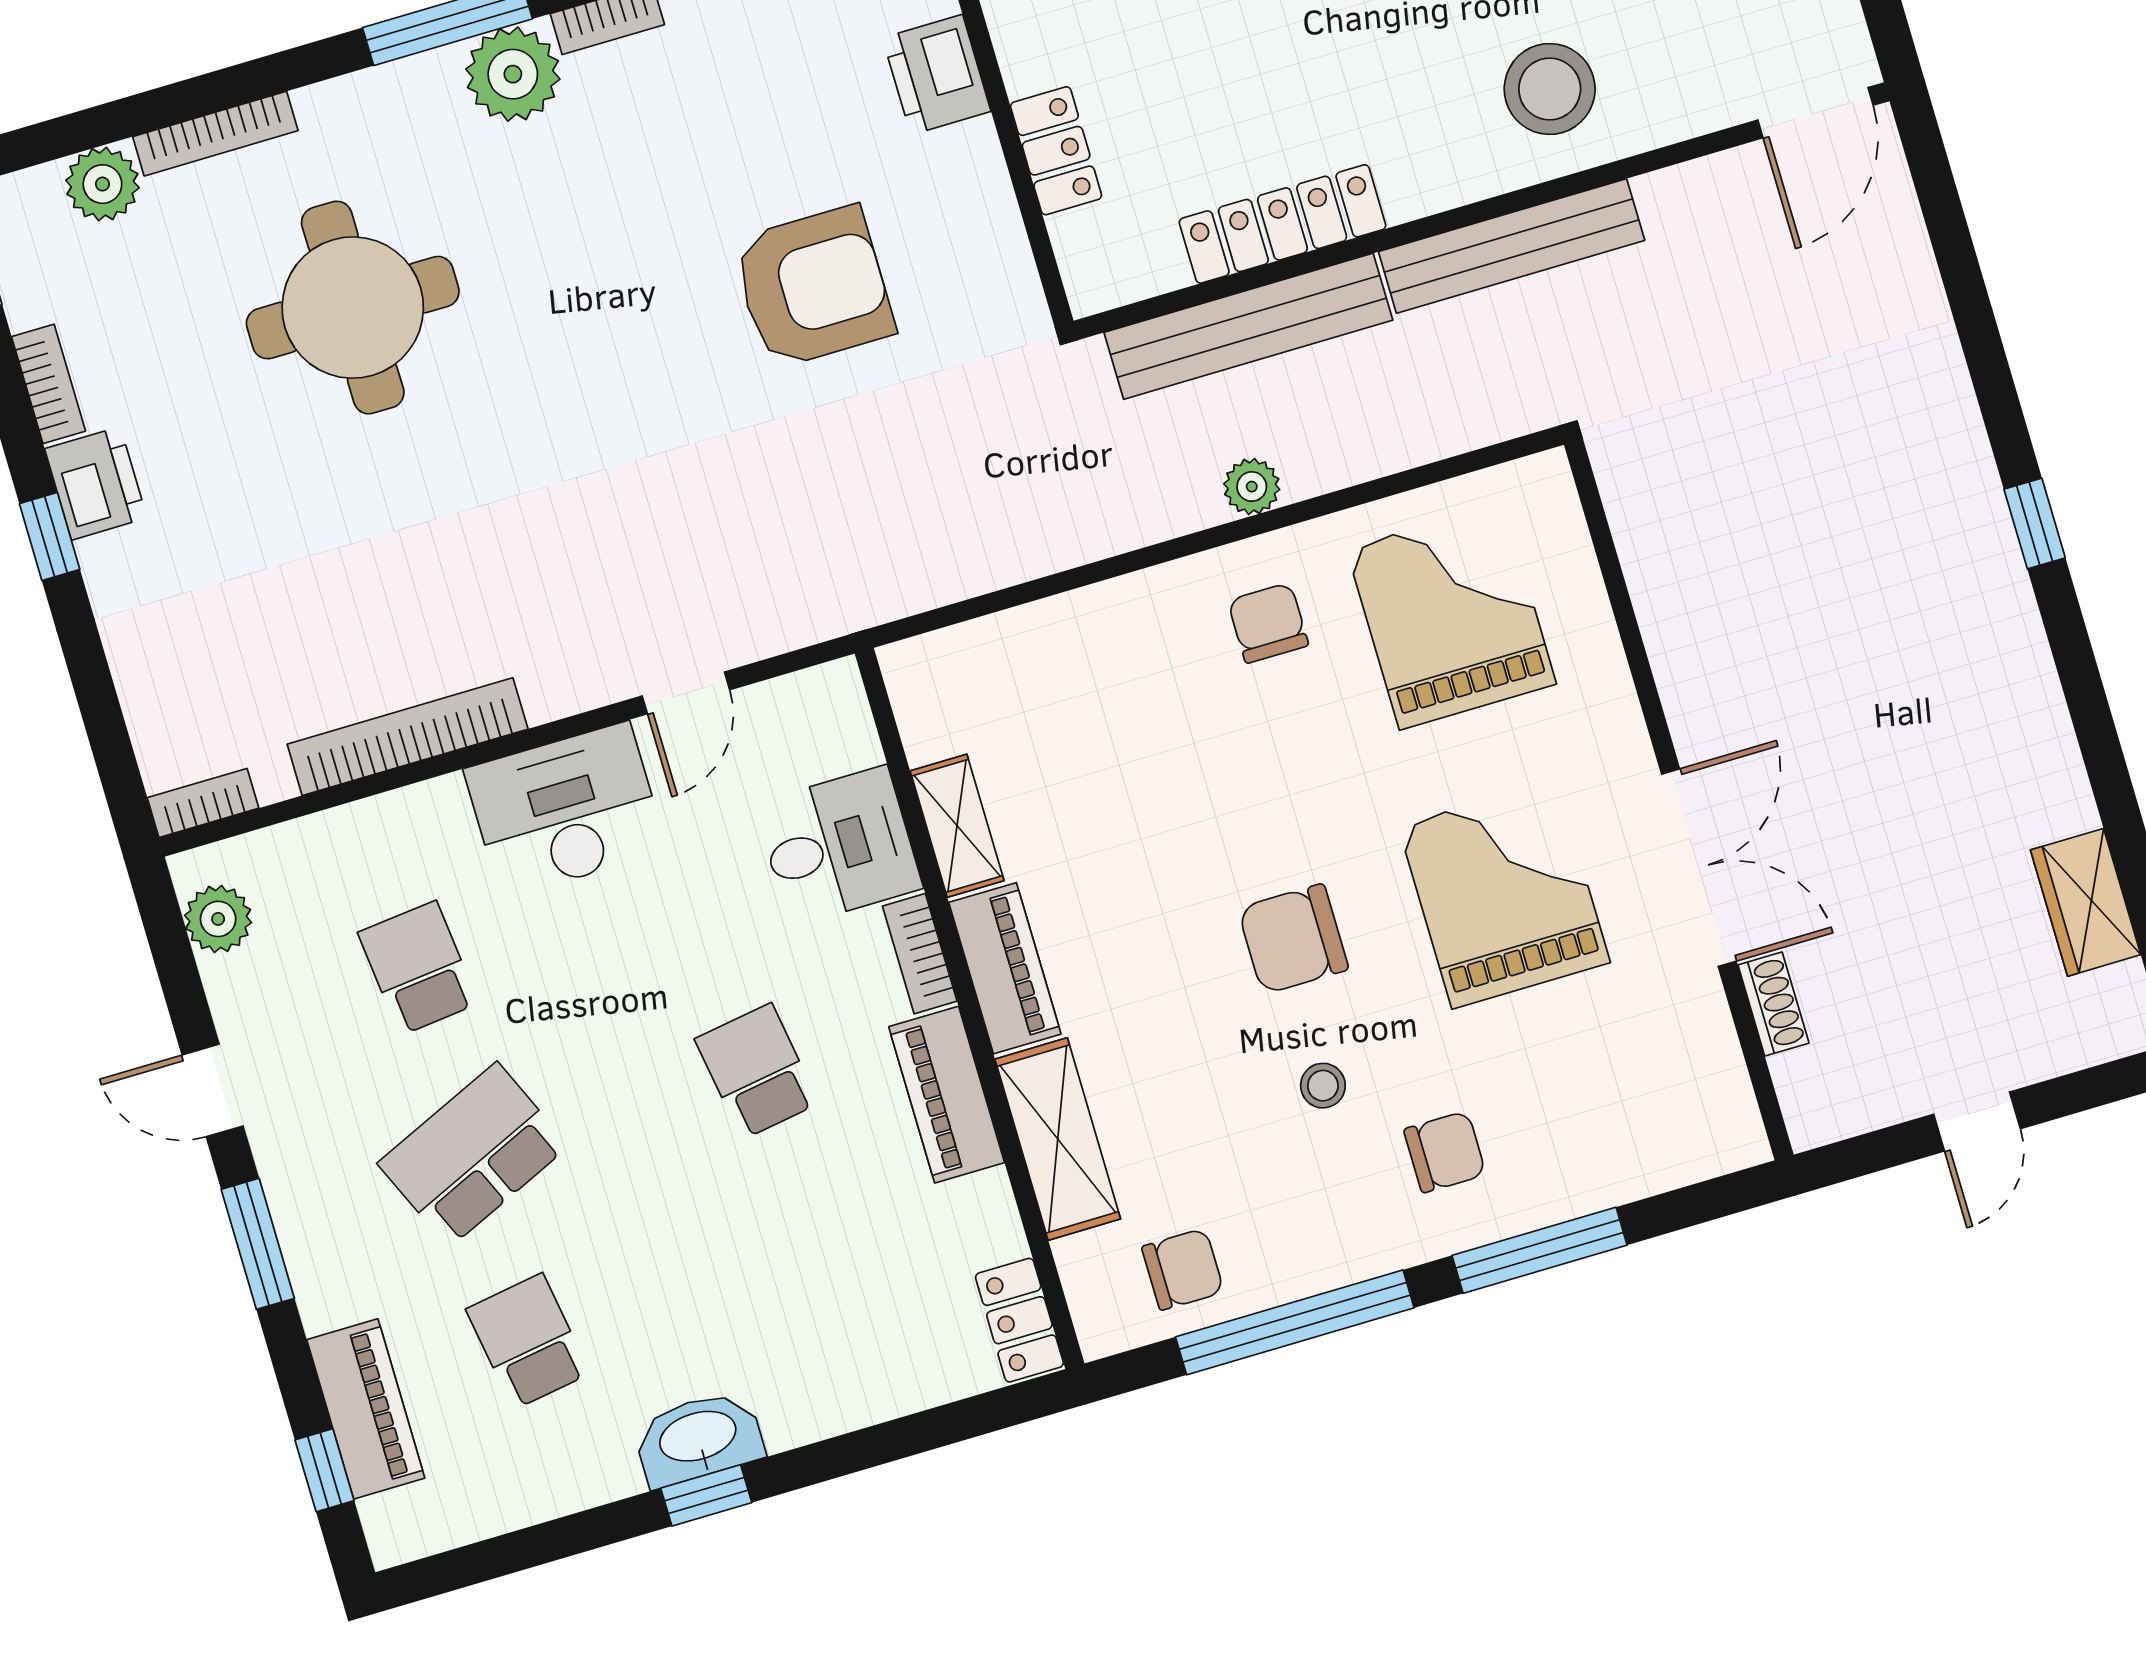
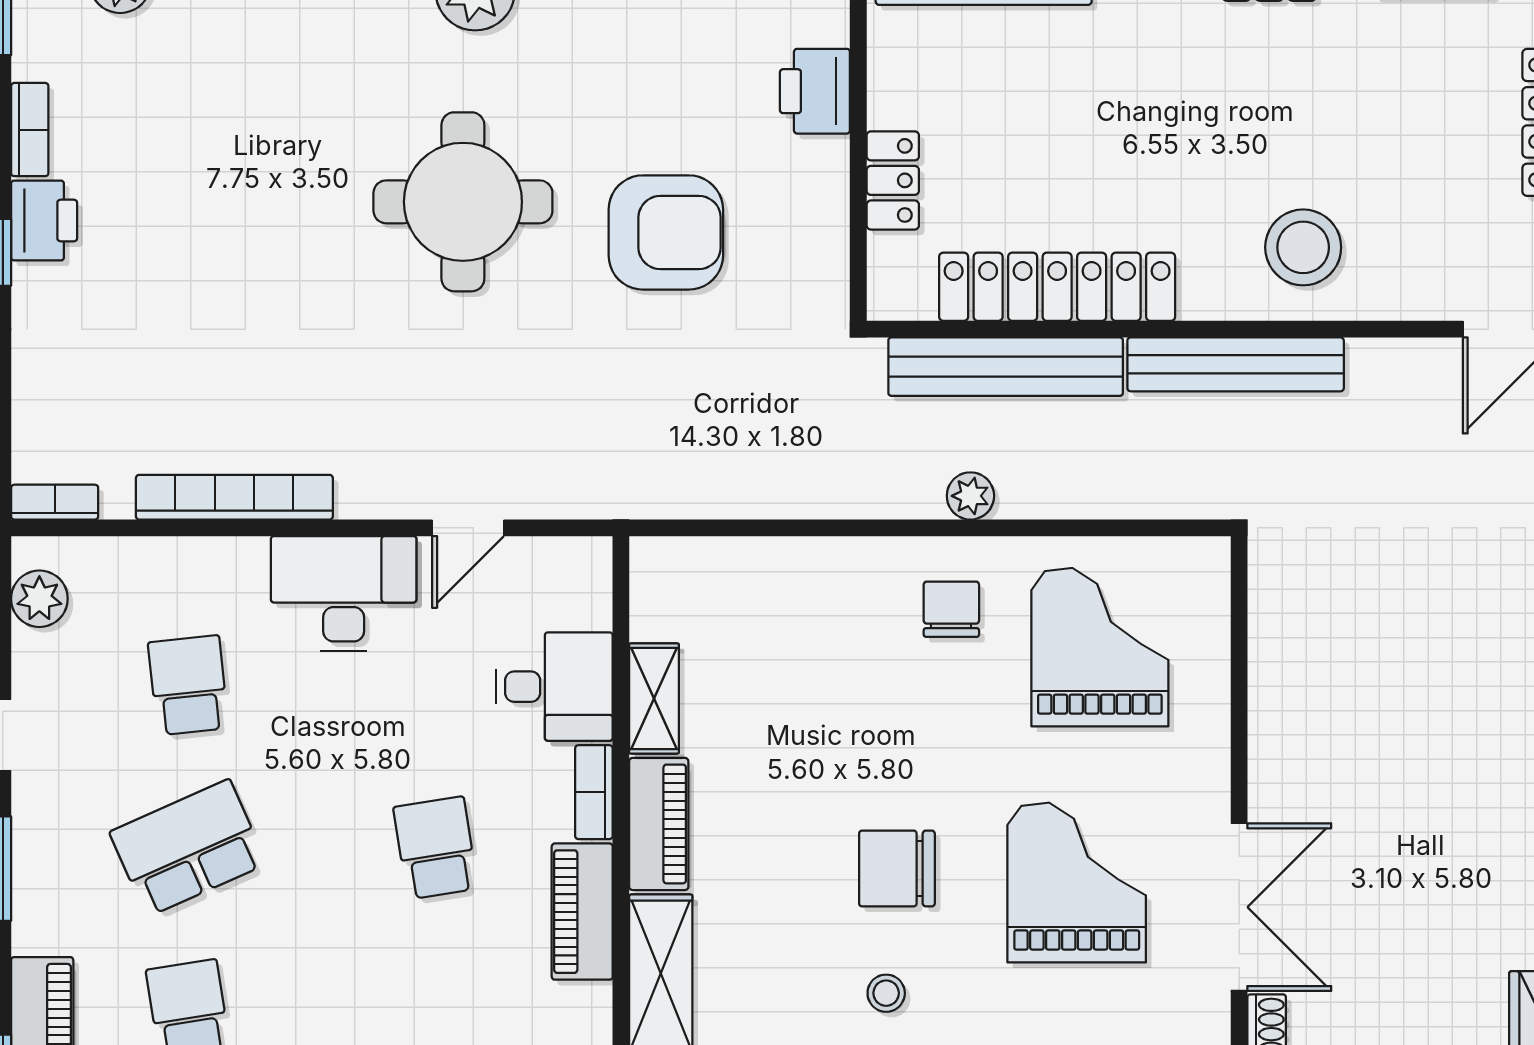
locker: (1283, 224) -> (1057, 287), width x1.41, depth x1.21
round table: (353, 308) -> (463, 202), moved

